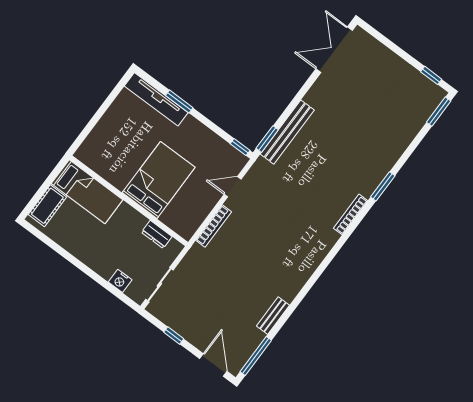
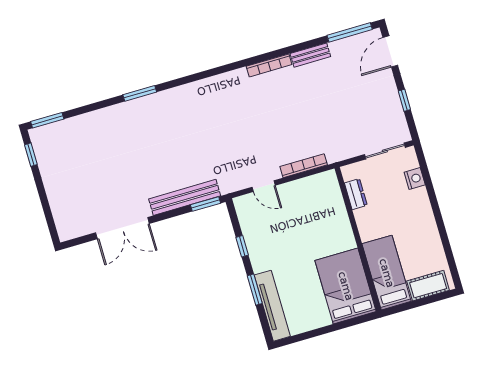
double door: (334, 50) -> (122, 228), moved
window: (240, 147) -> (242, 246), moved
bed: (159, 180) -> (346, 286), moved, turned 90
bookcase: (351, 214) -> (269, 65), moved

